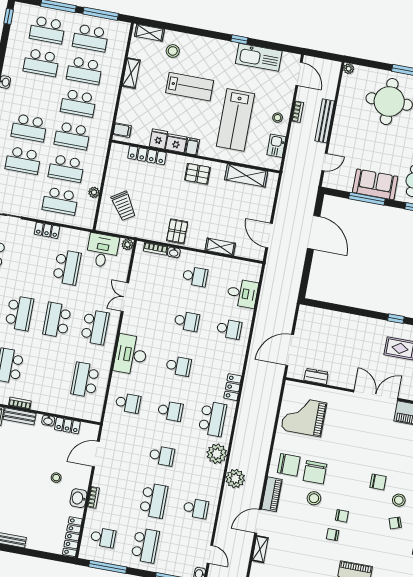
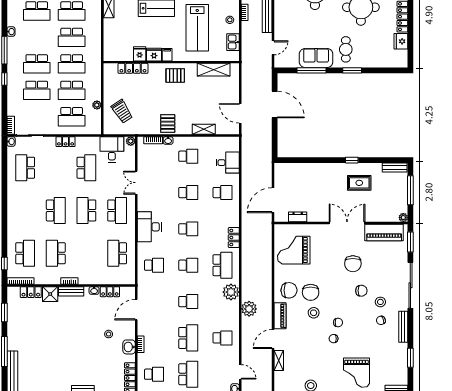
filing cabinet: (122, 130) -> (110, 52), removed
chair: (374, 447) -> (353, 264), added

